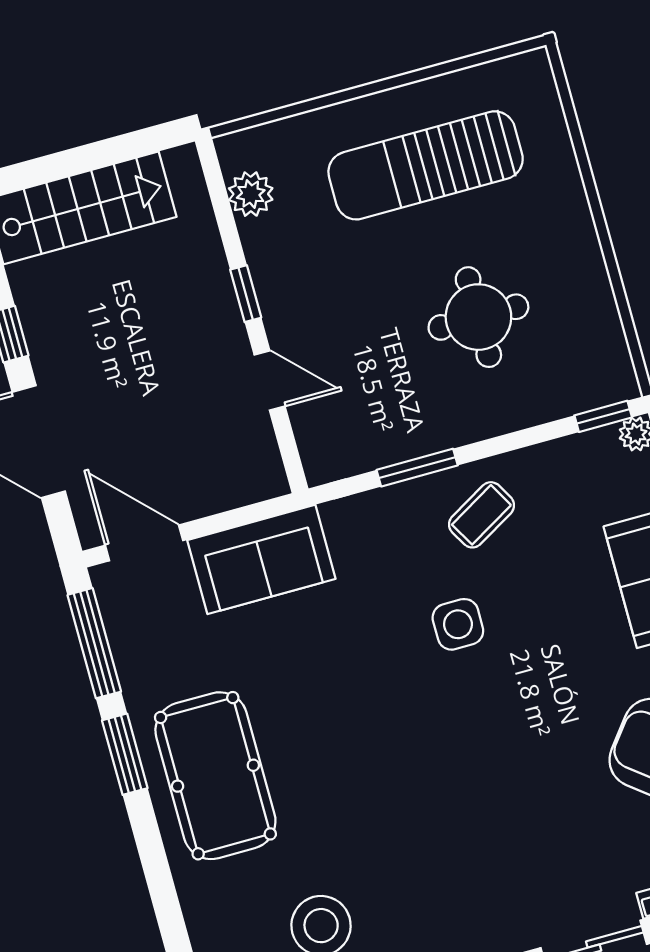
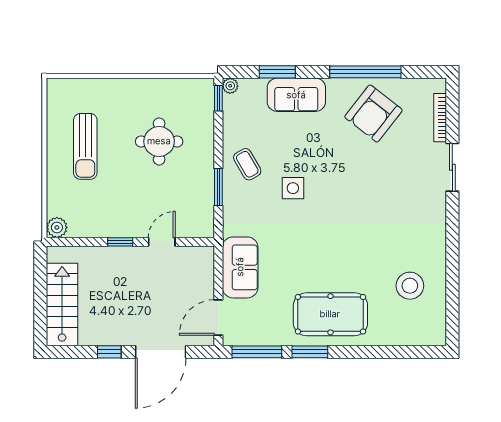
sun lounger: (426, 165) -> (85, 146), width x0.73, depth x0.75
plant: (251, 194) -> (57, 227), moved

